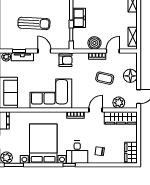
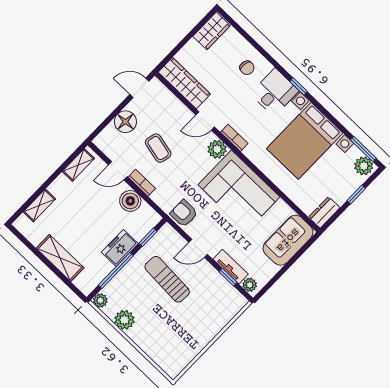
sun lounger: (34, 23) -> (167, 279), moved
door: (44, 51) -> (198, 248), hinge flipped
plant: (119, 103) -> (217, 149), moved

